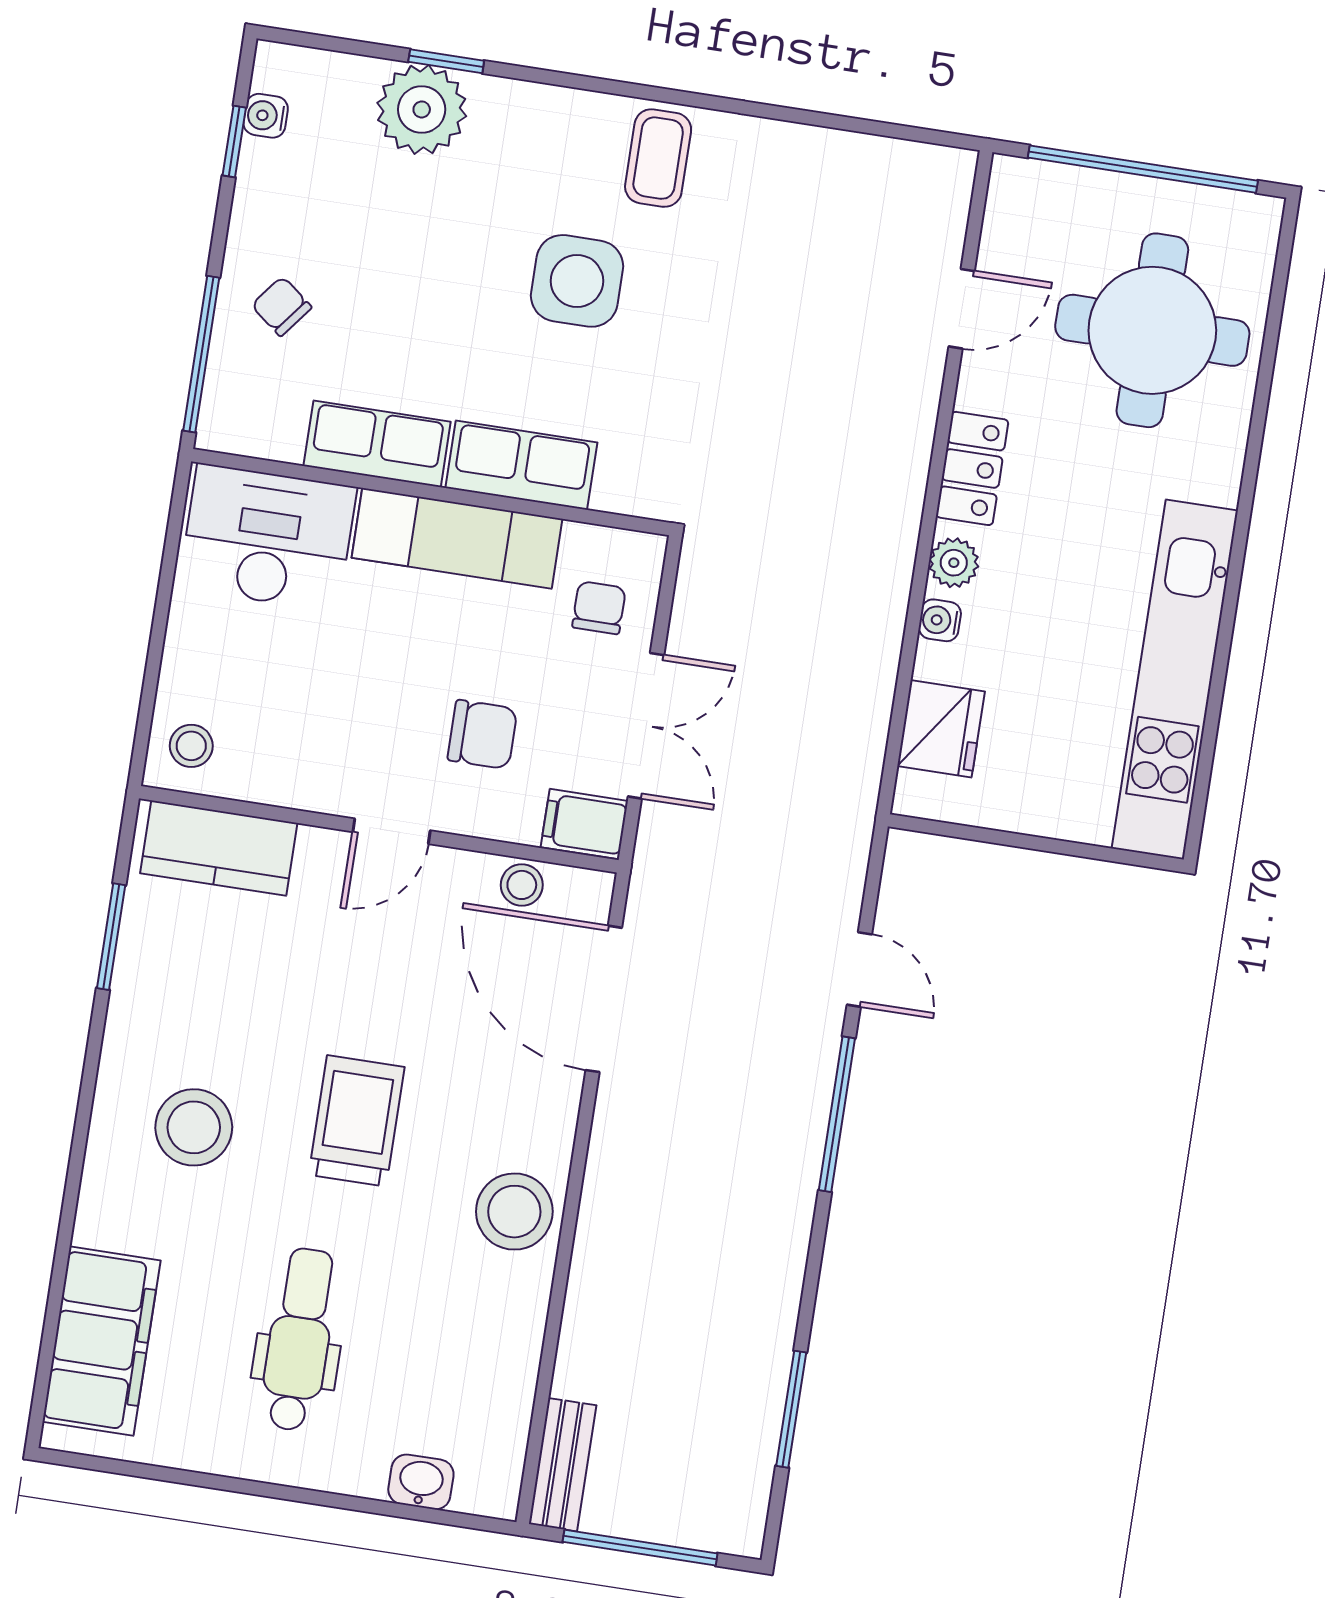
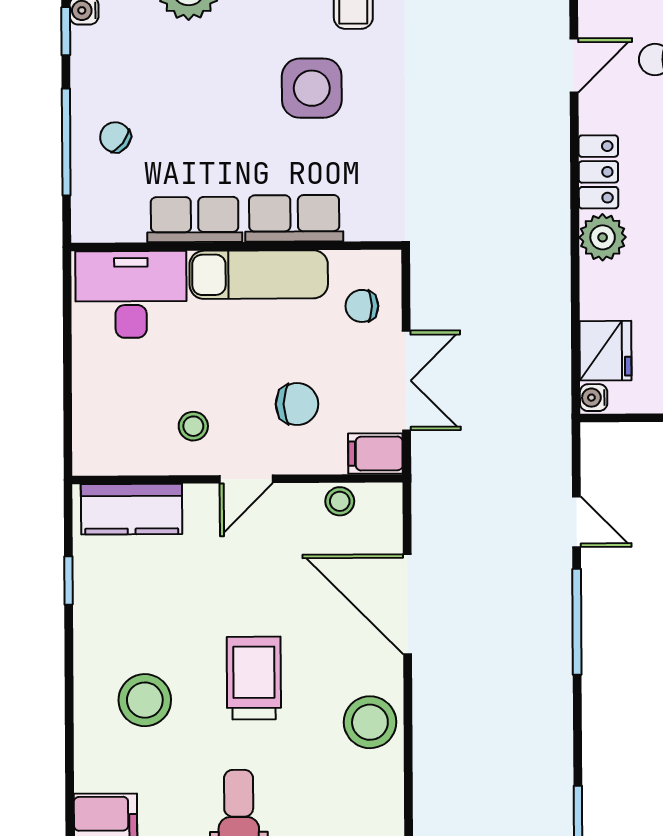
window: (201, 354) -> (66, 142), moved
plant: (954, 563) -> (603, 237), width x1.38, depth x1.38
chair: (599, 608) -> (362, 306), turned -90
water cooler: (940, 620) -> (594, 398), moved
stool: (191, 746) -> (193, 426), moved
window: (111, 937) -> (69, 580), width x0.67
door: (604, 999) -> (407, 604), moved

